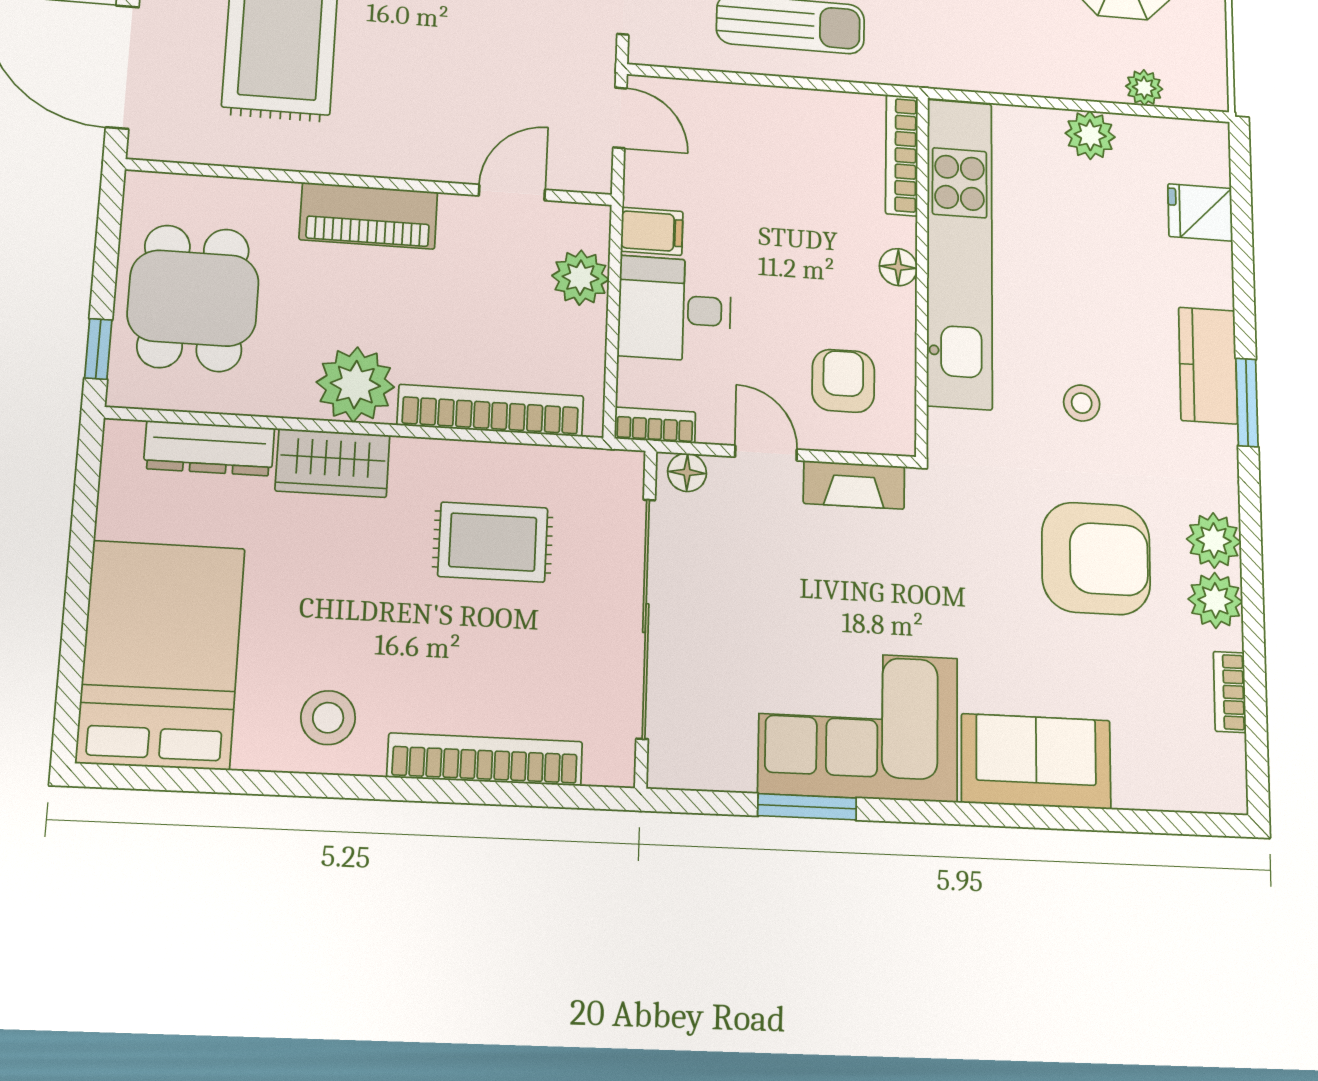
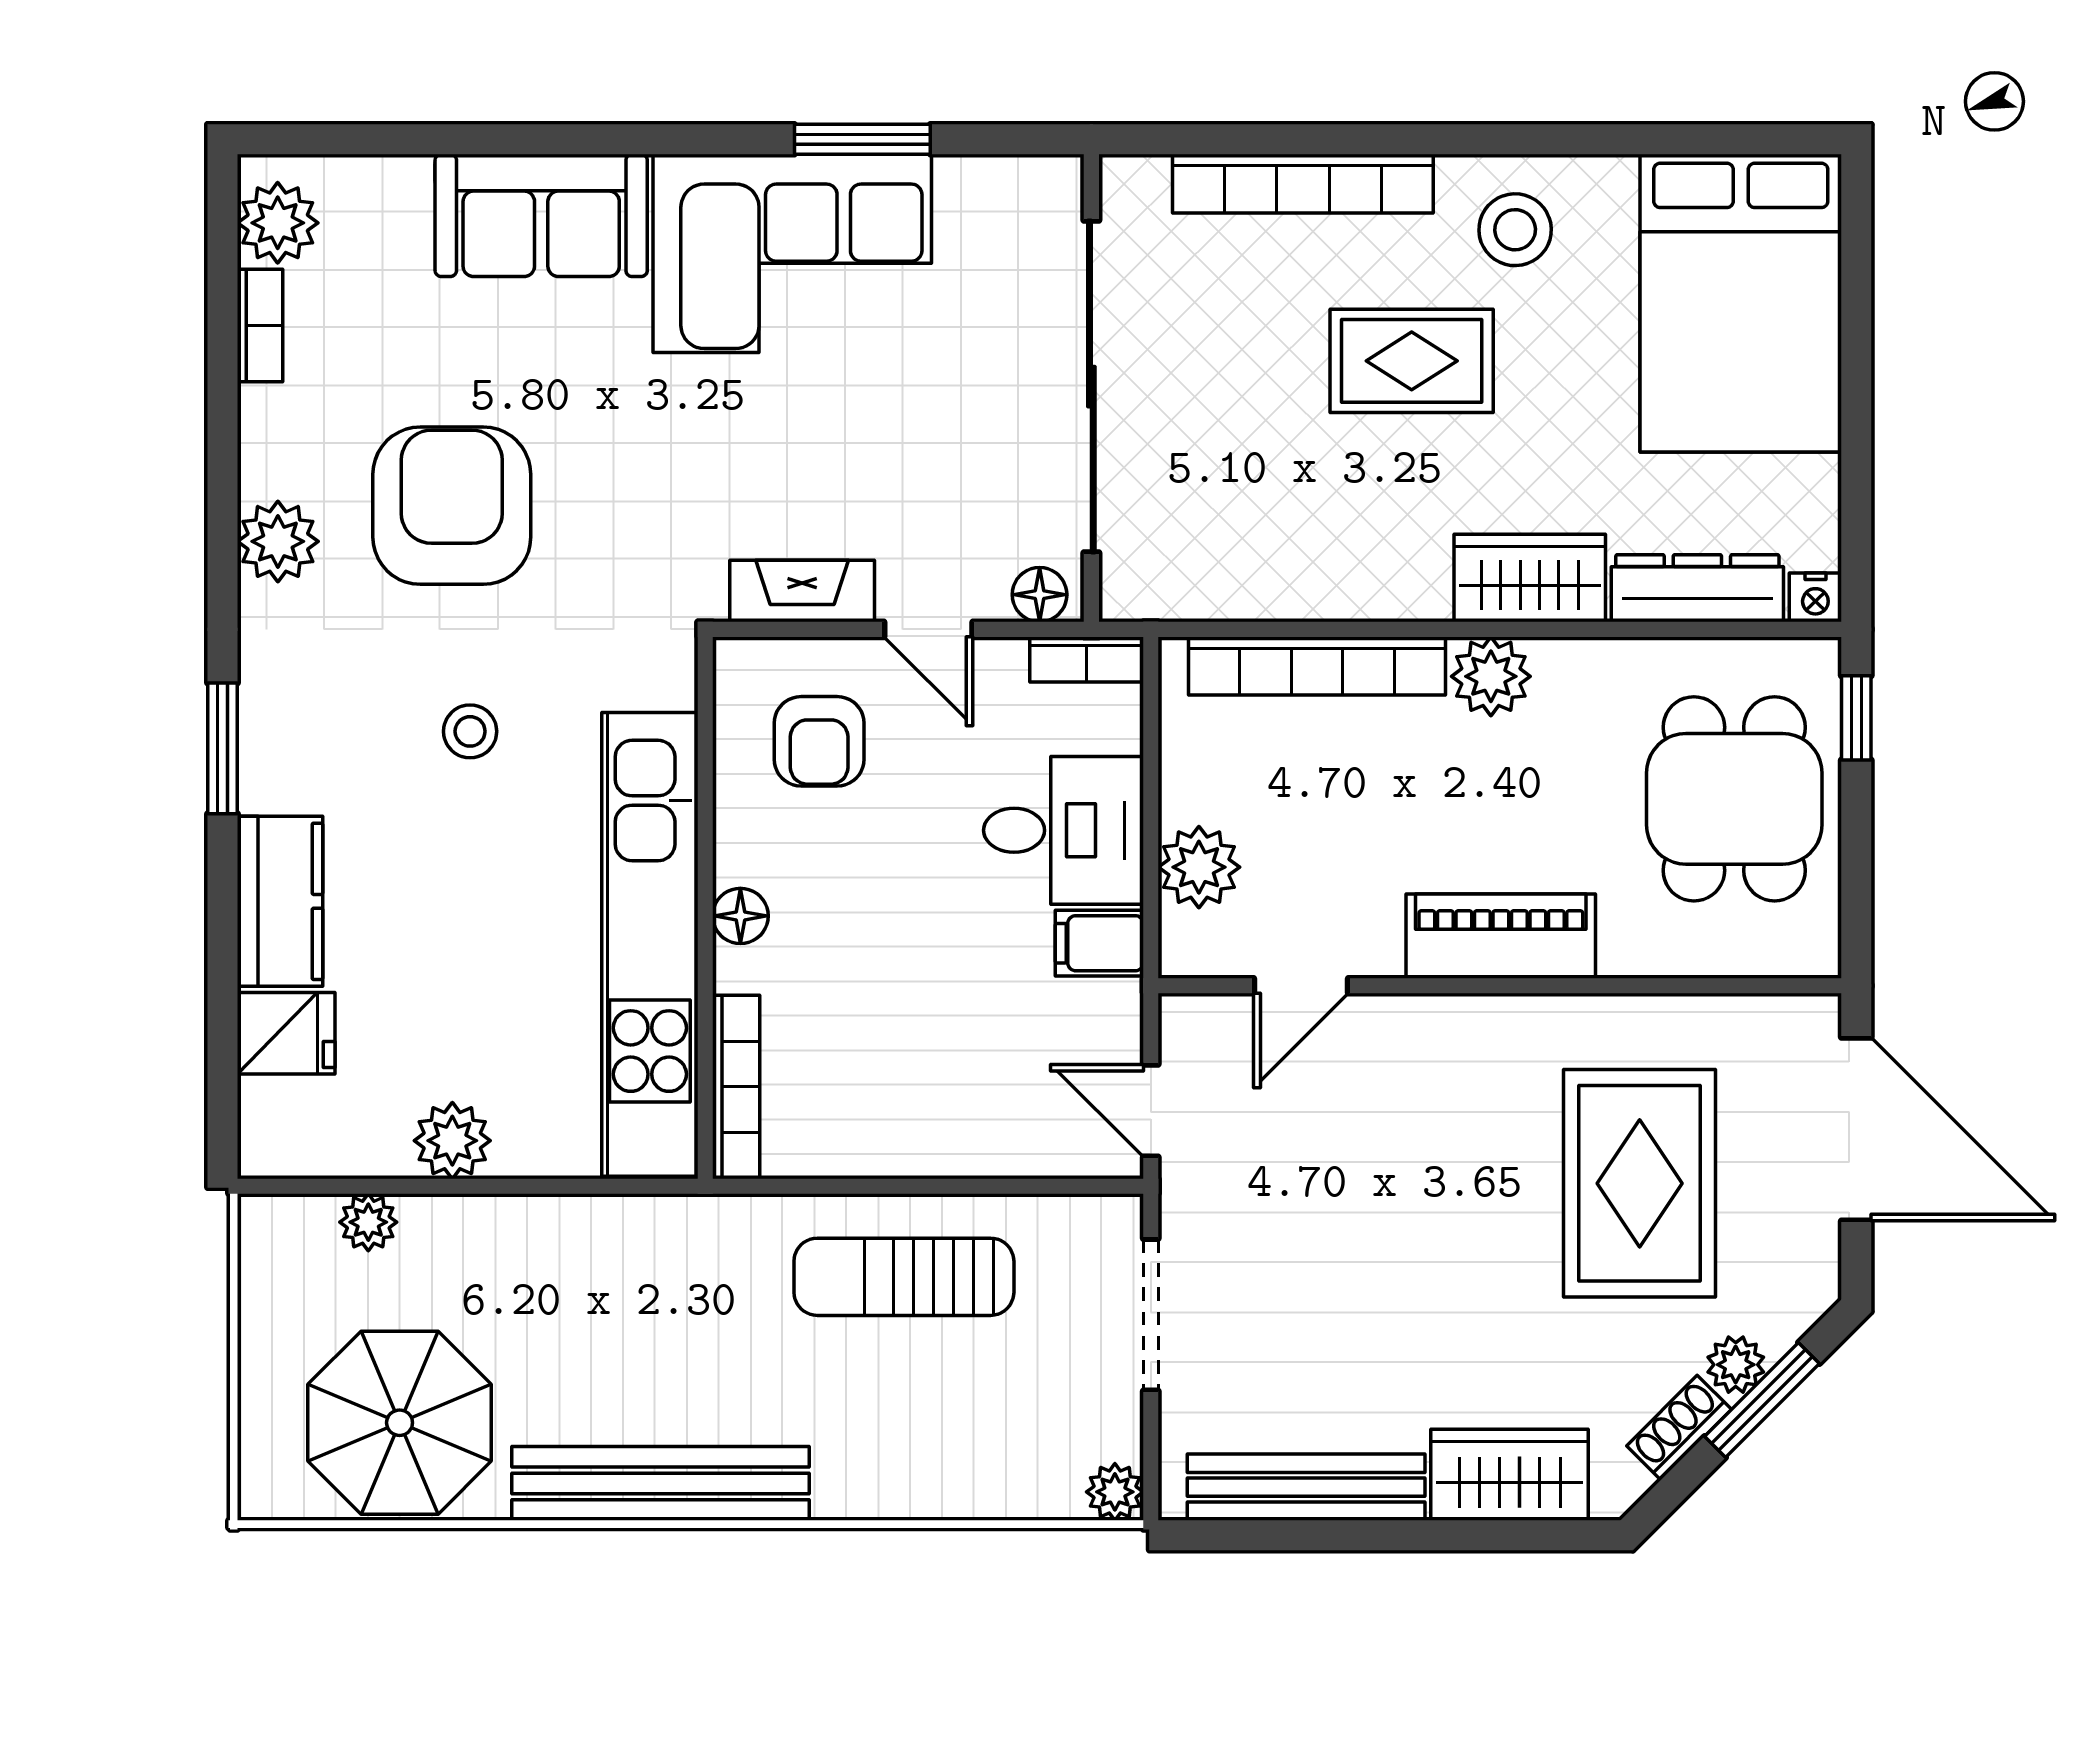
kitchen counter: (1208, 365) -> (280, 901), moved
plant: (355, 385) -> (1491, 676), width x0.73, depth x0.73
nightstand: (122, 436) -> (1815, 597), added
rug: (493, 542) -> (1412, 361), moved
armchair: (1096, 558) -> (452, 506), turned 90
plant: (1215, 600) -> (278, 223), moved

